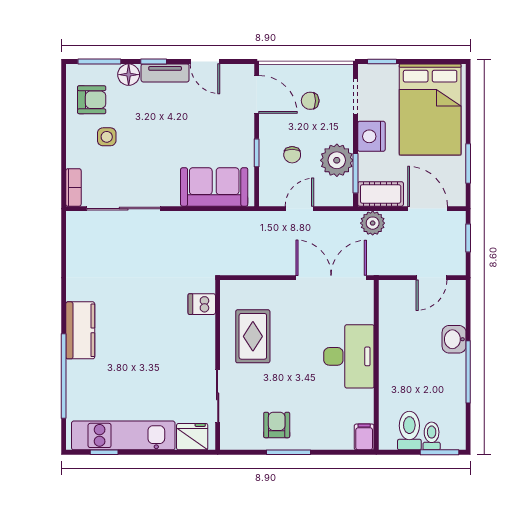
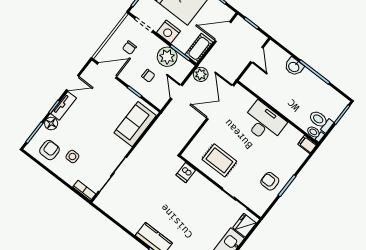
plant: (373, 223) -> (201, 74), moved
toilet: (432, 436) -> (315, 133), moved

